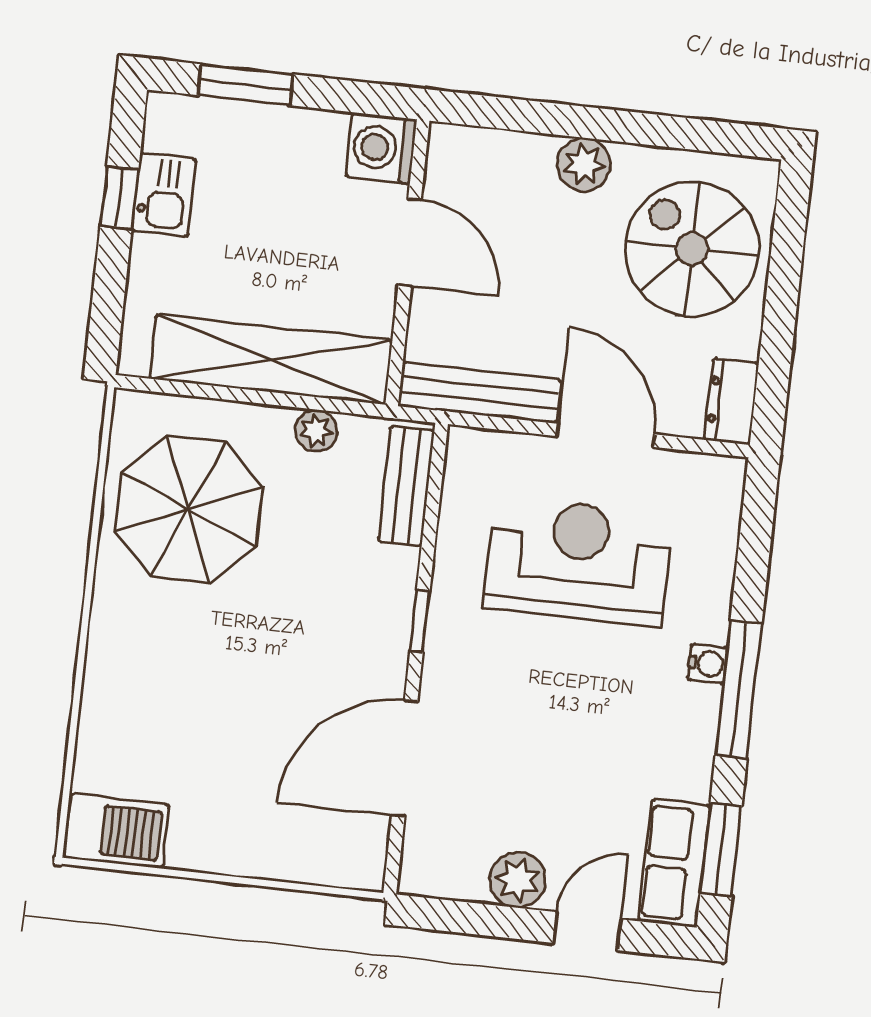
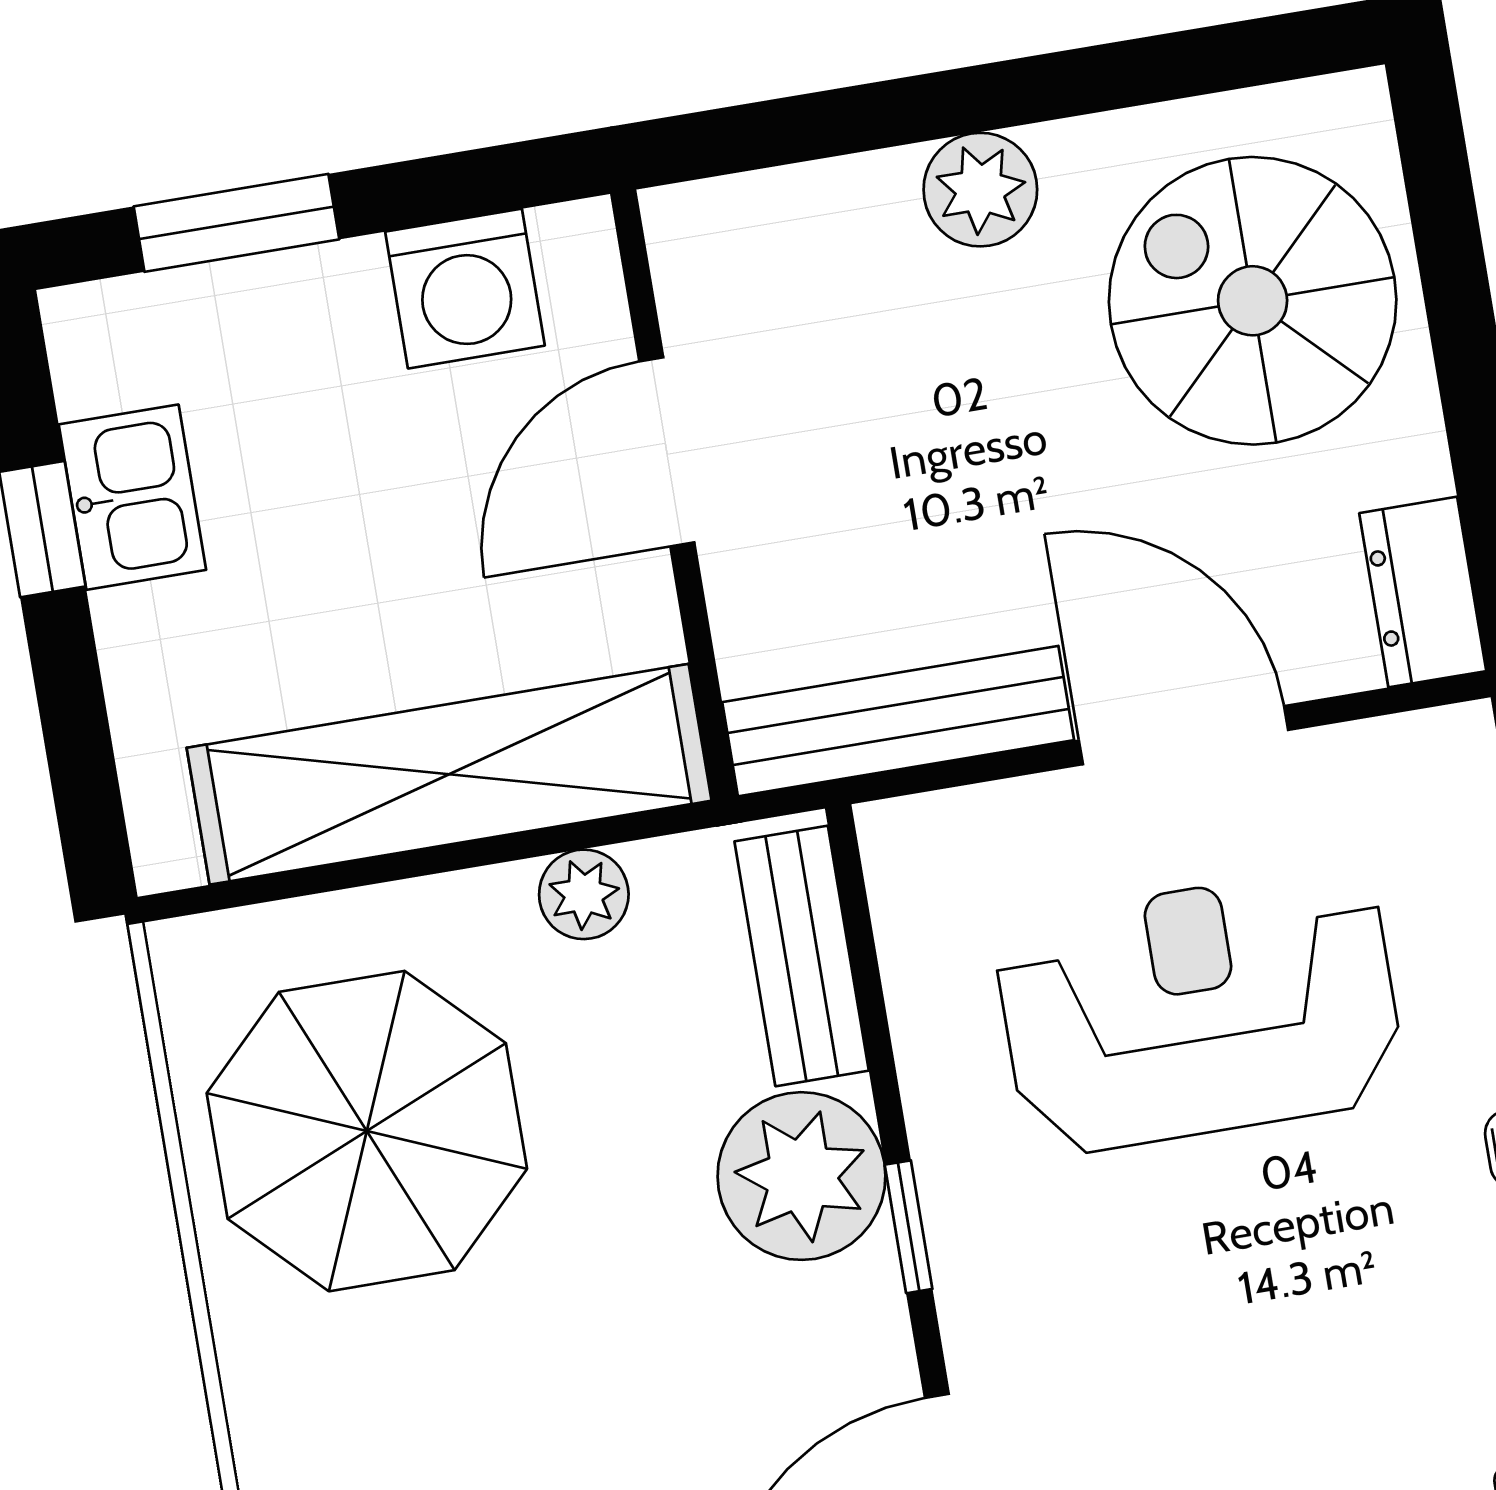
washing machine: (381, 148) -> (465, 289), moved, turned -90
door: (410, 242) -> (667, 452), swing flipped
plant: (378, 585) -> (801, 1176), added

